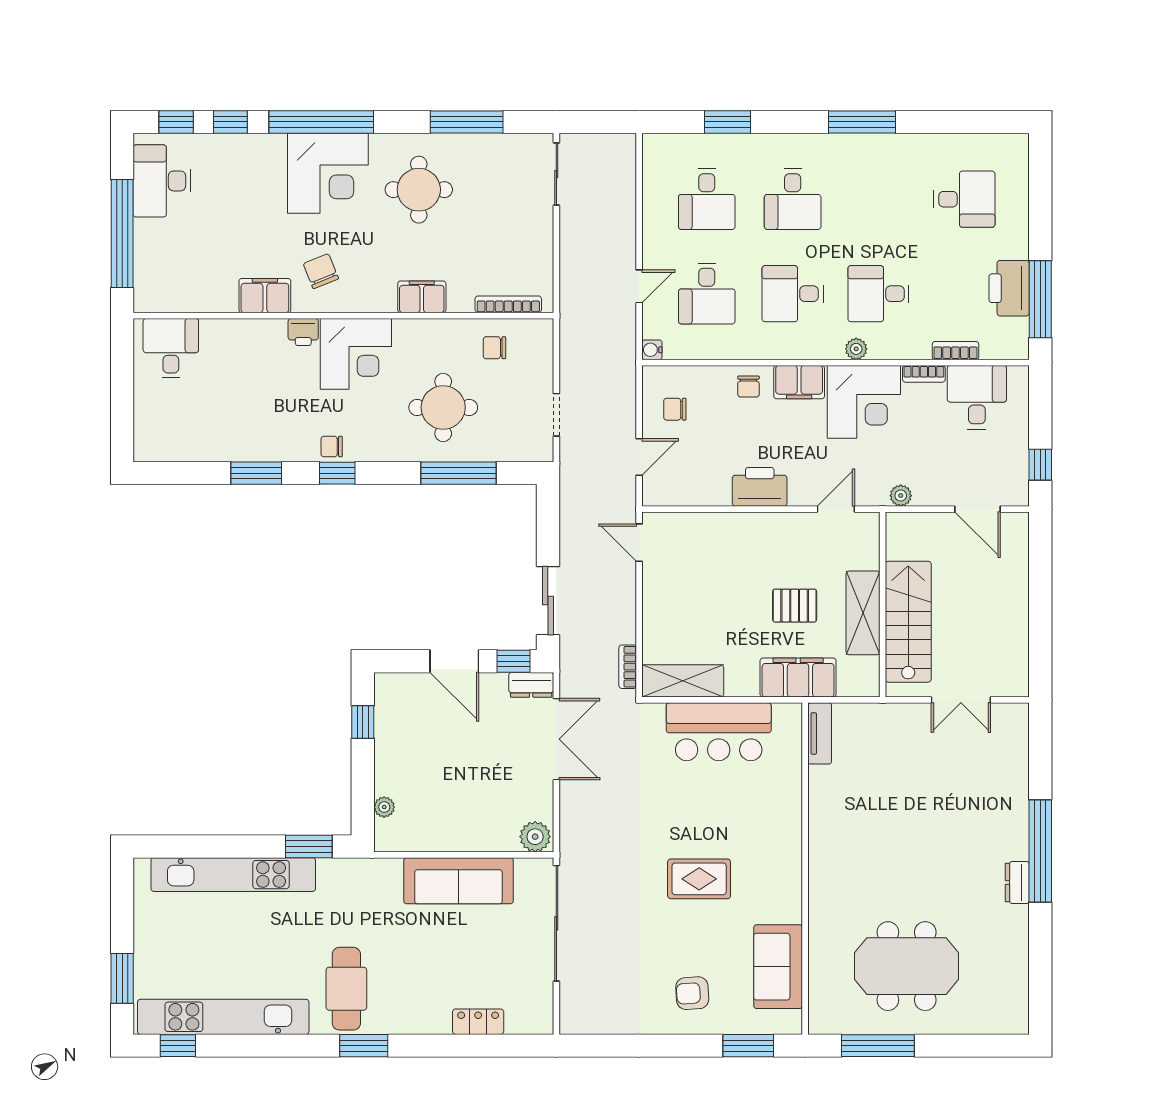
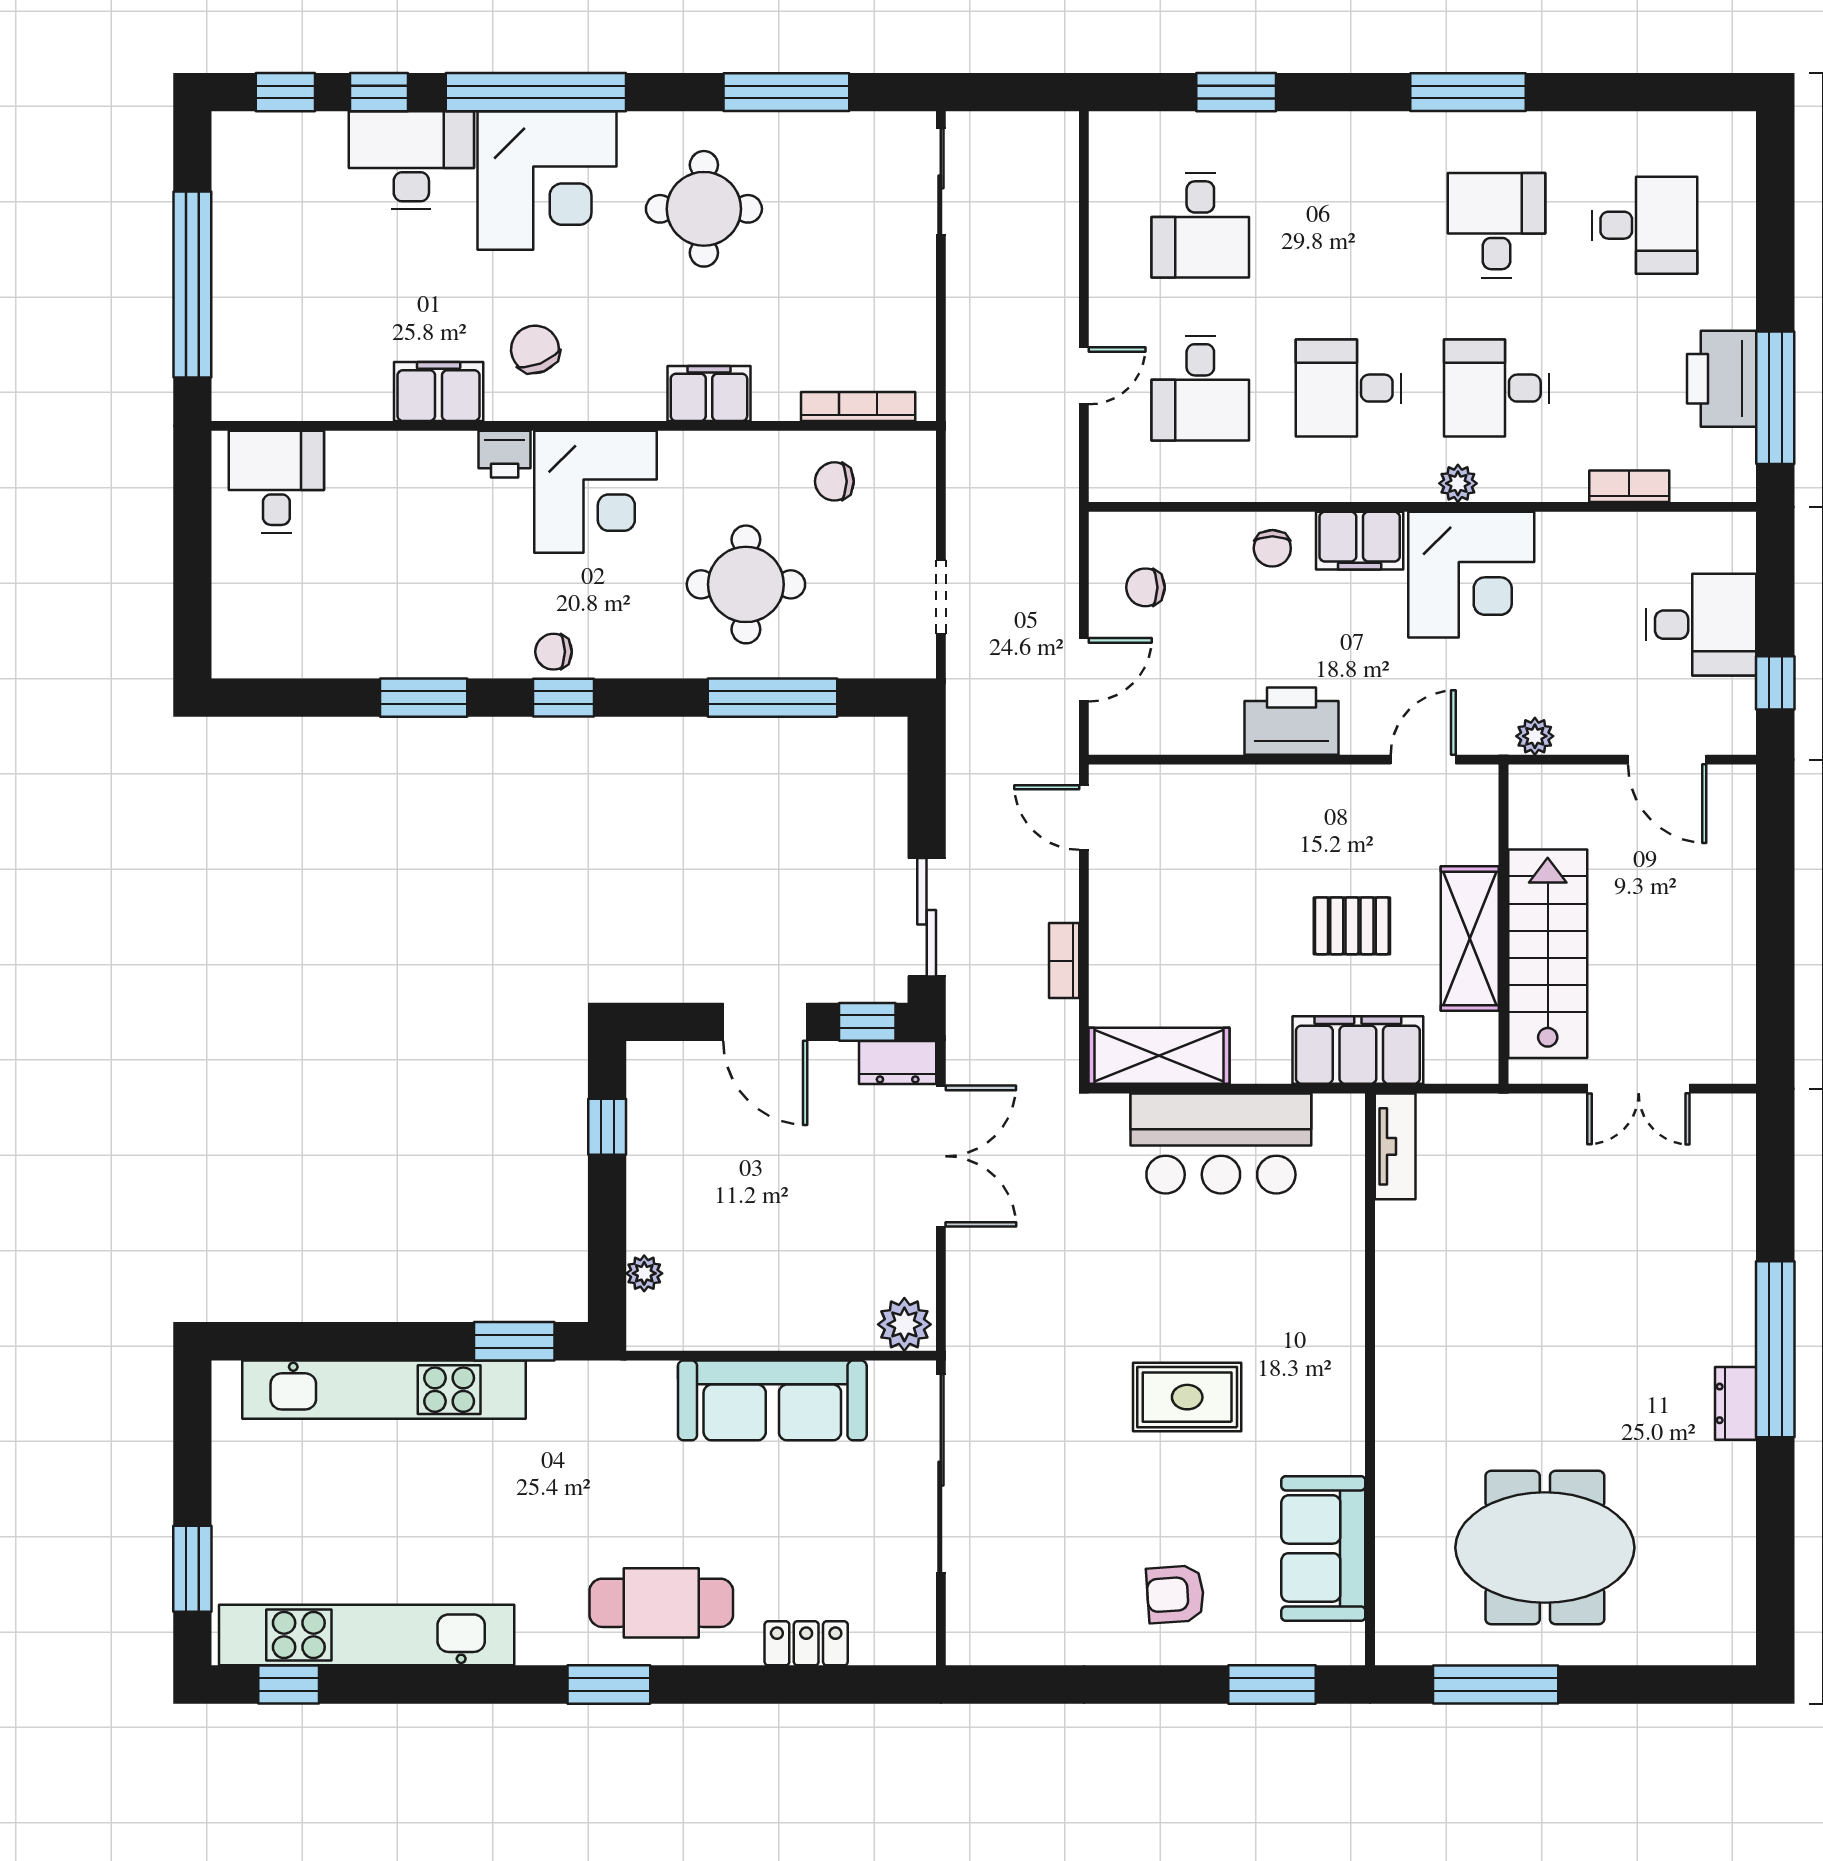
desk: (162, 181) -> (411, 160), moved, turned 90
desk: (793, 199) -> (1496, 225), moved, turned 180
water cooler: (652, 350) -> (1106, 485), removed
bookcase: (924, 374) -> (1575, 526), removed
desk: (977, 397) -> (1701, 625), moved, turned 90
bookcase: (628, 667) -> (1064, 961), moved
cafe table: (346, 989) -> (661, 1603), moved, turned 90

